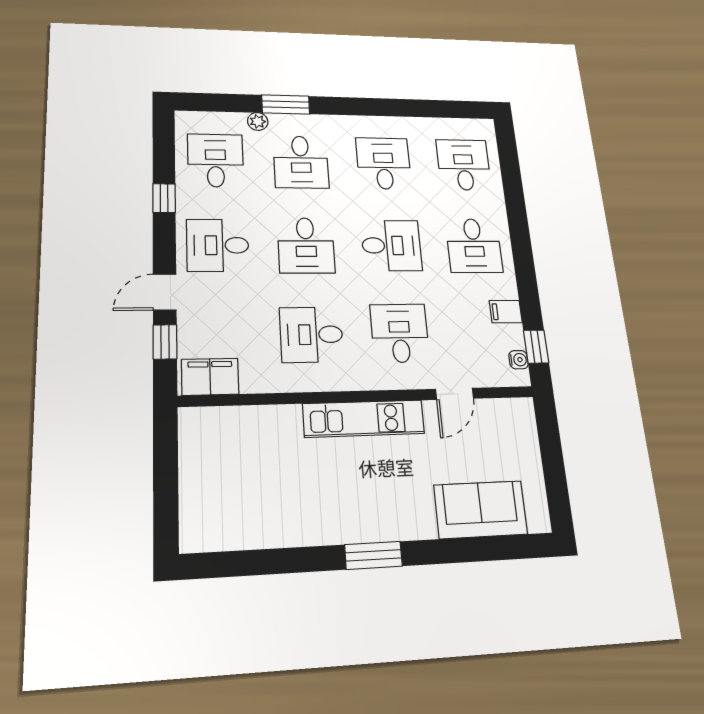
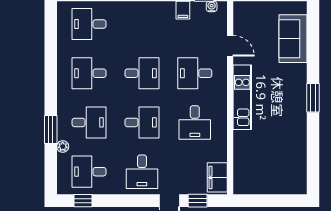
window: (164, 198) -> (83, 201), moved
desk: (391, 245) -> (142, 73), turned 90
desk: (474, 246) -> (142, 24), removed

